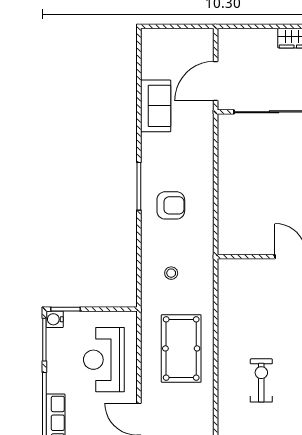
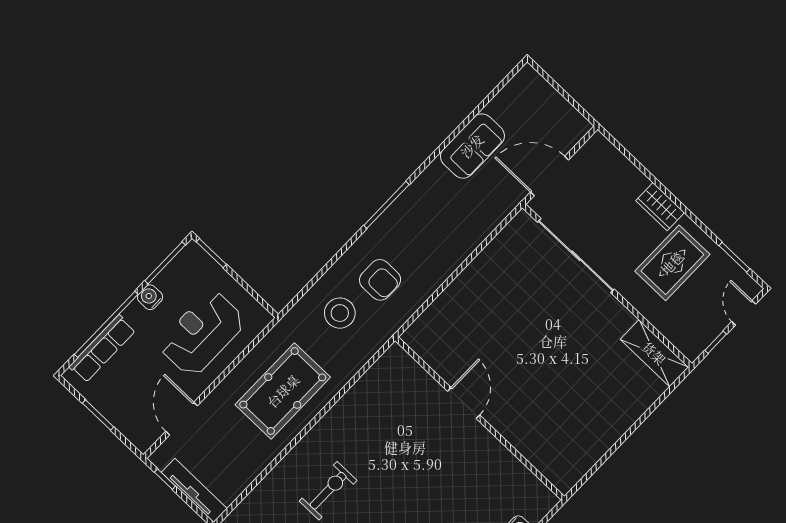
armchair: (171, 205) -> (380, 280), moved
stool: (171, 273) -> (340, 313), width x1.89, depth x1.89
water cooler: (55, 319) -> (150, 297), moved

